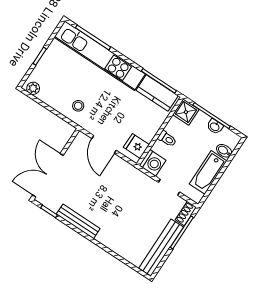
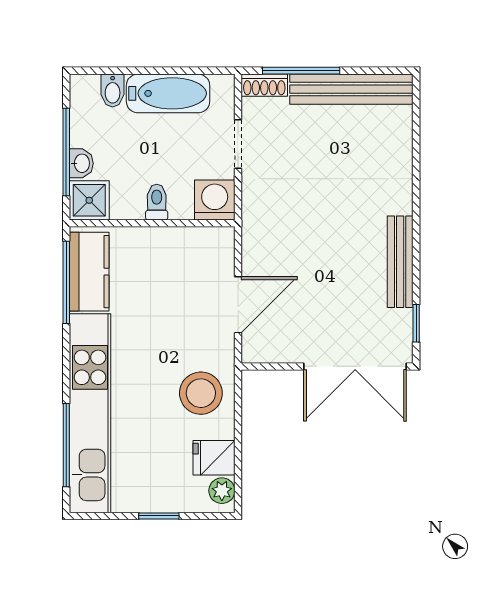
stool: (78, 106) -> (201, 393), width x1.89, depth x1.89
washbasin: (215, 126) -> (81, 163), moved
fridge: (136, 146) -> (214, 458), moved, turned 90

